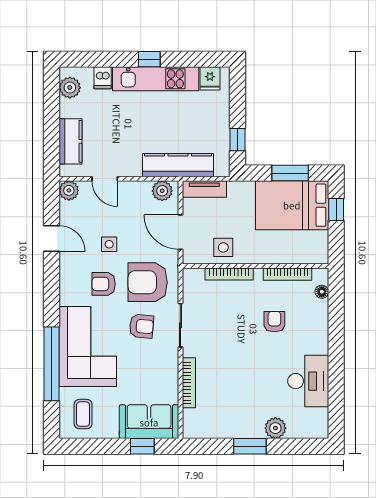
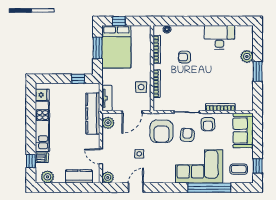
window: (149, 59) -> (31, 161), moved
door: (105, 179) -> (101, 156), swing flipped
armchair: (104, 284) -> (208, 124), moved
window: (142, 446) -> (258, 166), moved

